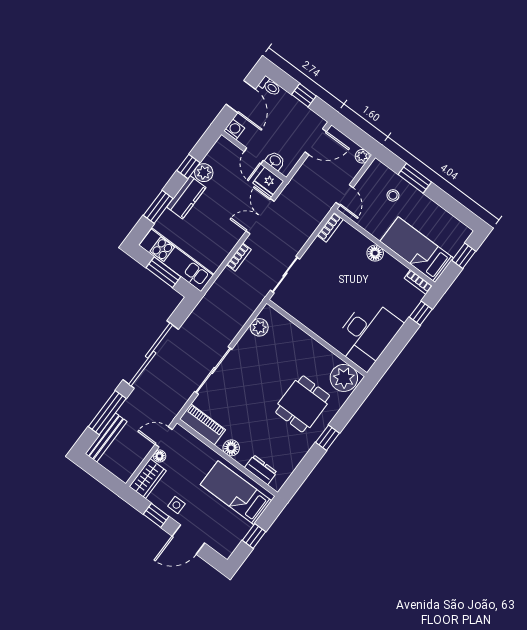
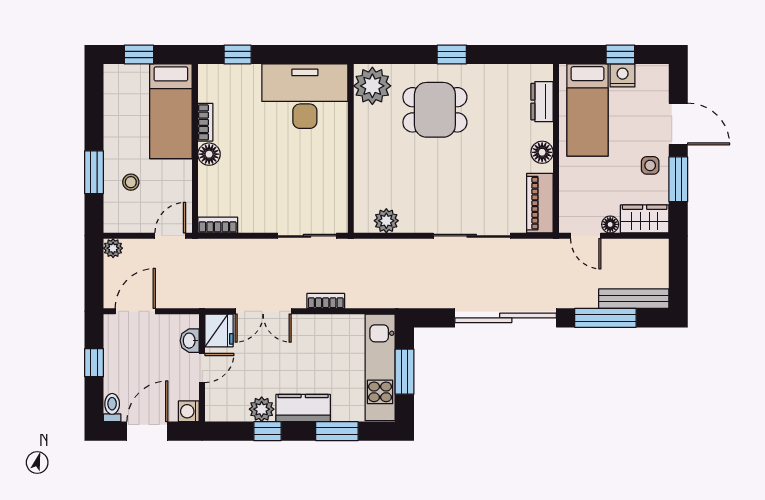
door: (316, 142) -> (135, 311), hinge flipped
bookcase: (418, 282) -> (205, 122), moved
window: (156, 515) -> (678, 179), width x1.50
nightstand: (241, 528) -> (623, 75), added

